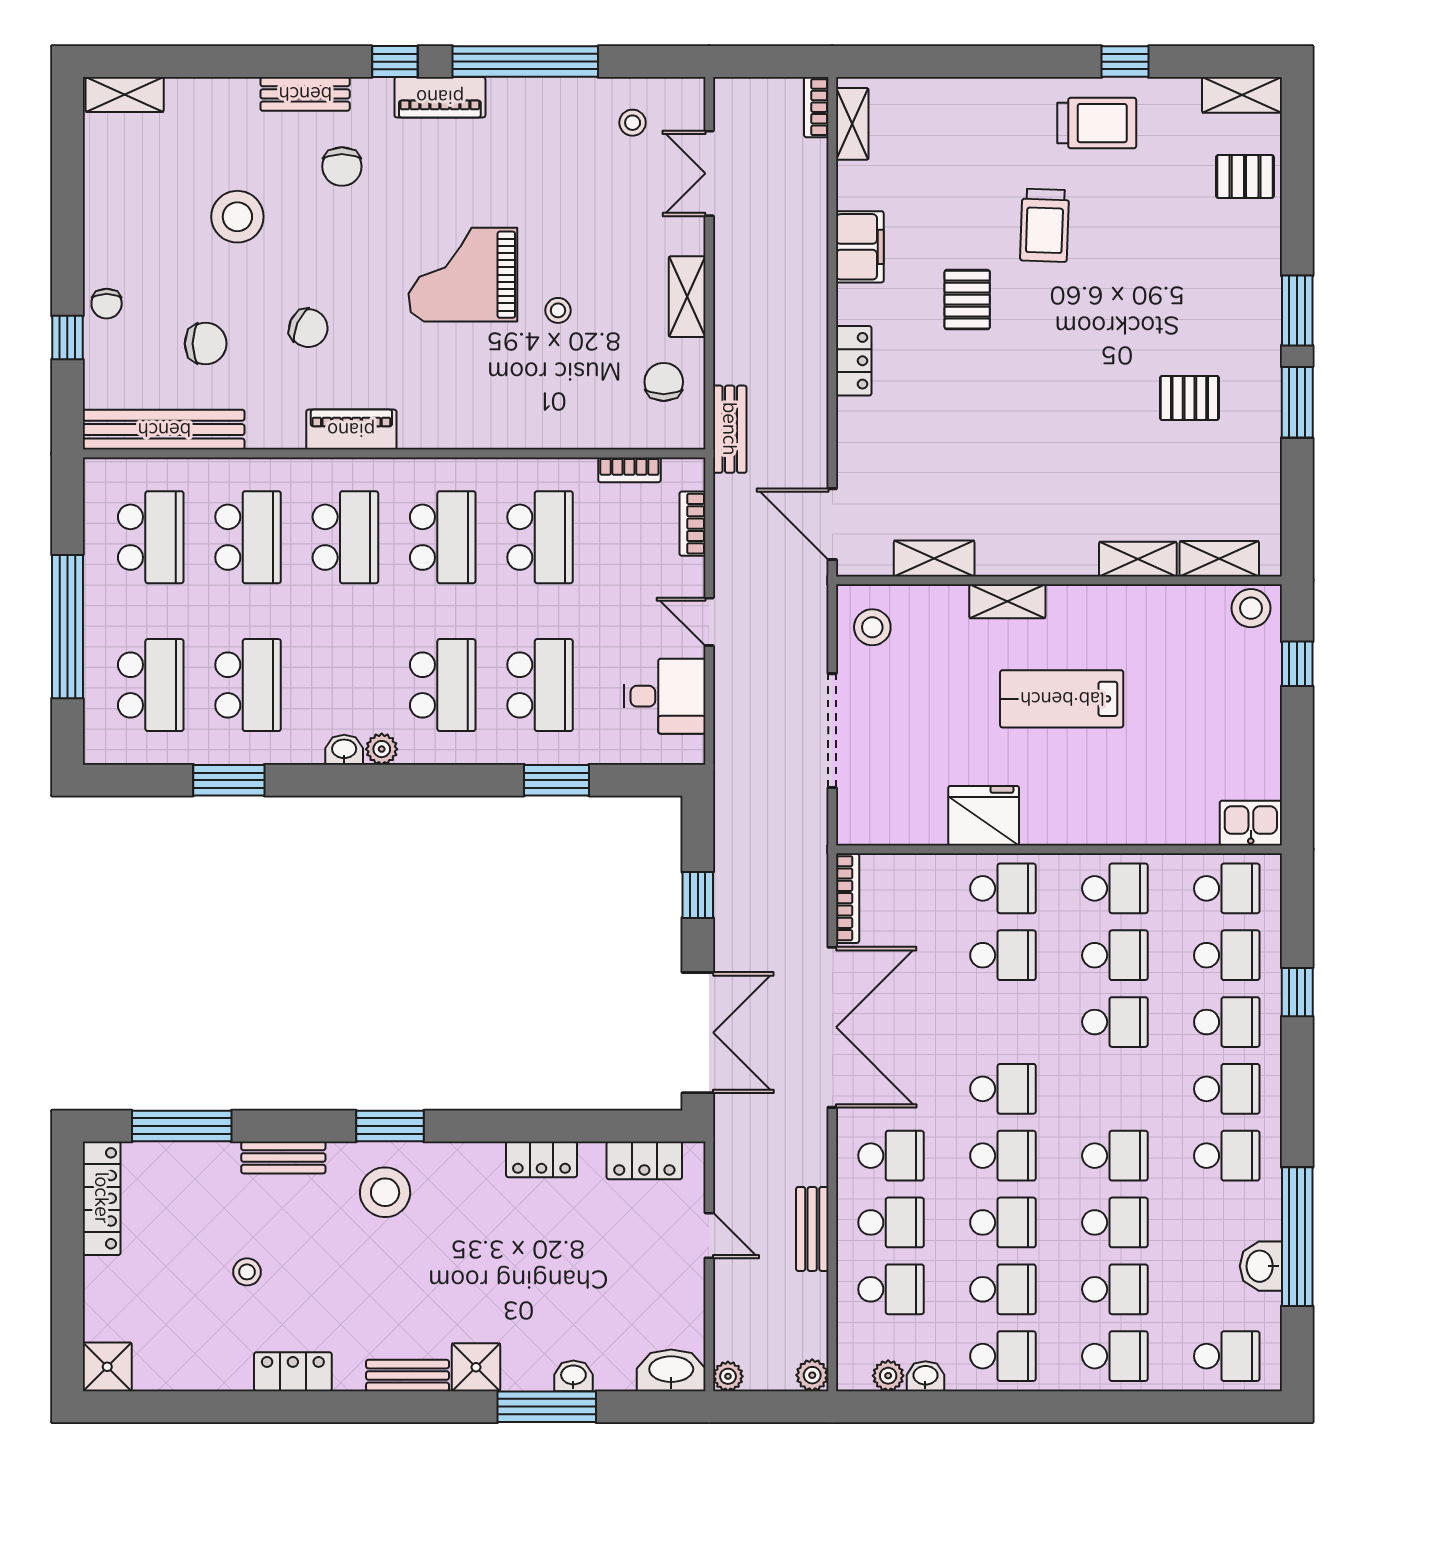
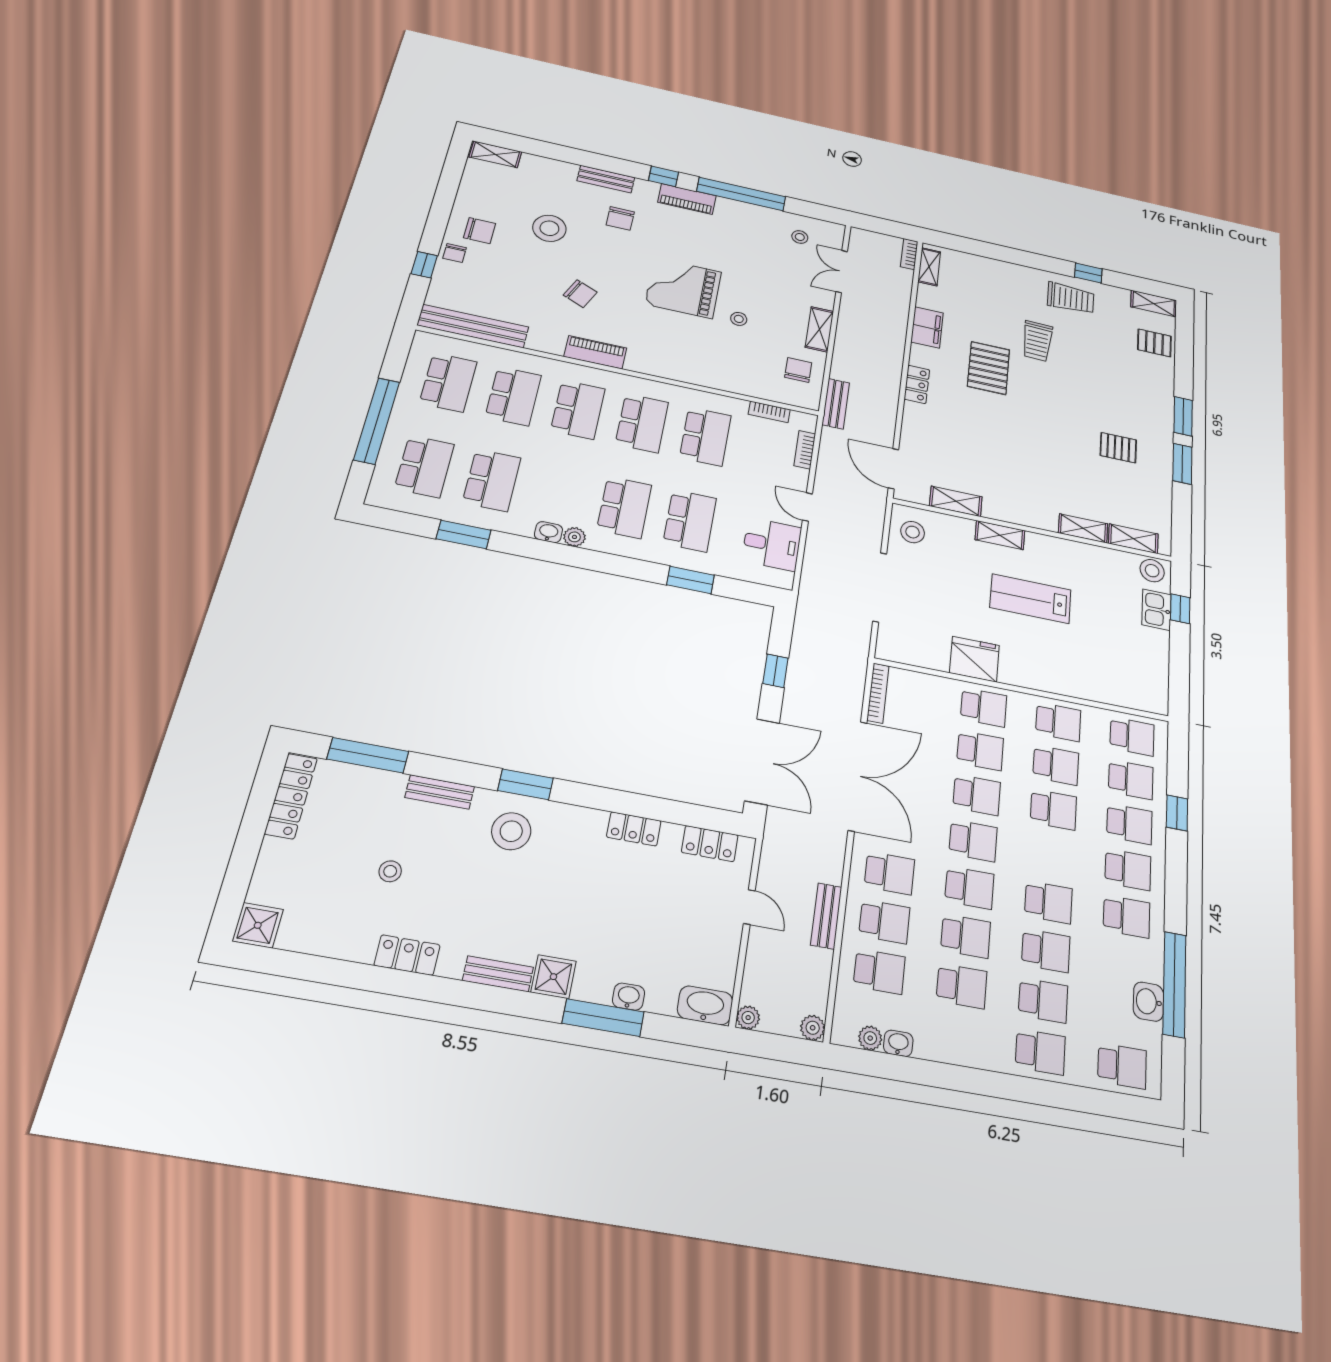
pallet: (967, 300) -> (989, 368), width x1.50, depth x1.42
chair: (206, 344) -> (480, 231), moved
kitchen sink: (1251, 823) -> (1156, 610), moved, turned -90
school desk: (1003, 1356) -> (977, 795), moved

